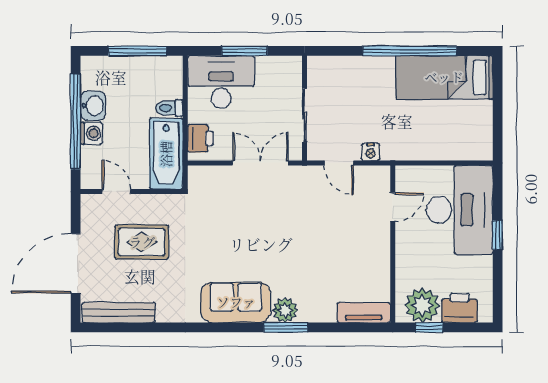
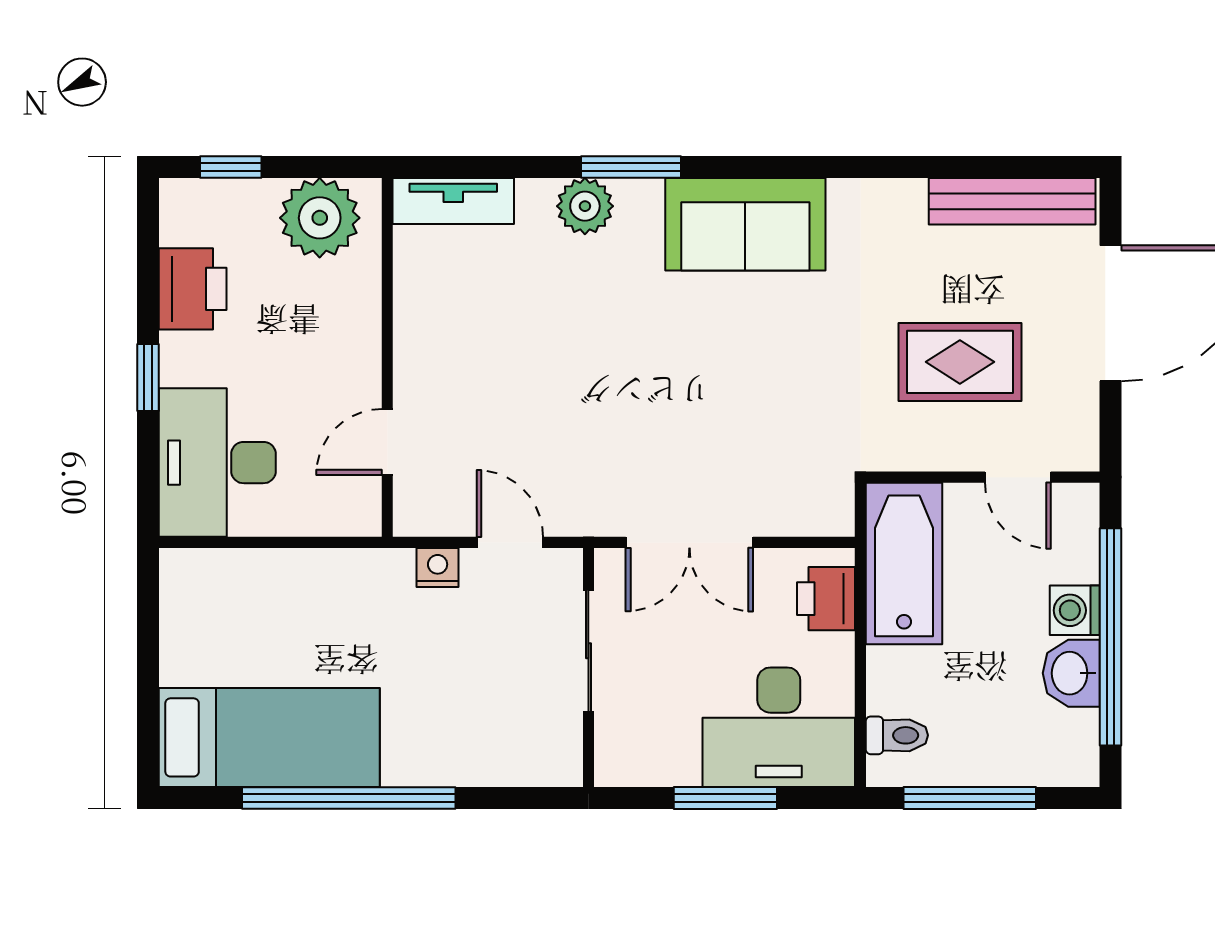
toilet: (169, 108) -> (897, 735), moved
desk: (459, 210) -> (217, 463), width x0.73, depth x0.77
printer: (460, 308) -> (193, 289), moved, turned -90
plant: (285, 310) -> (585, 206), moved
window: (429, 327) -> (231, 167), moved

